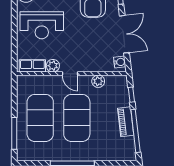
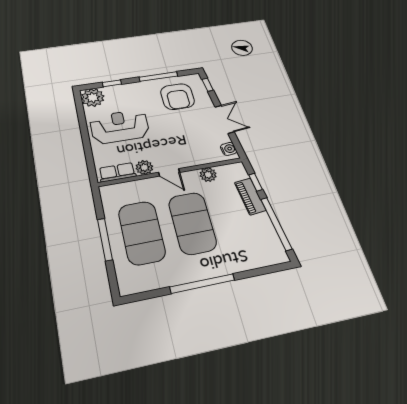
reception desk: (42, 25) -> (120, 127), turned 180
double door: (124, 34) -> (225, 119), width x0.73
piano: (126, 122) -> (250, 196), moved
window: (14, 133) -> (105, 239), moved

